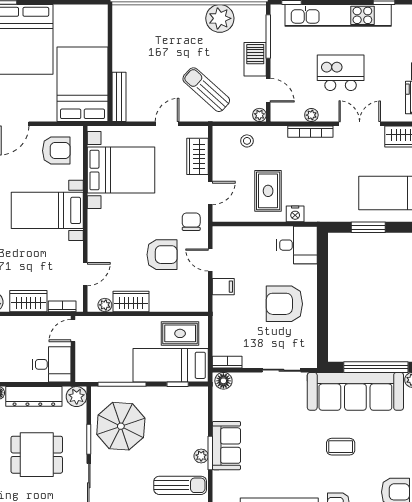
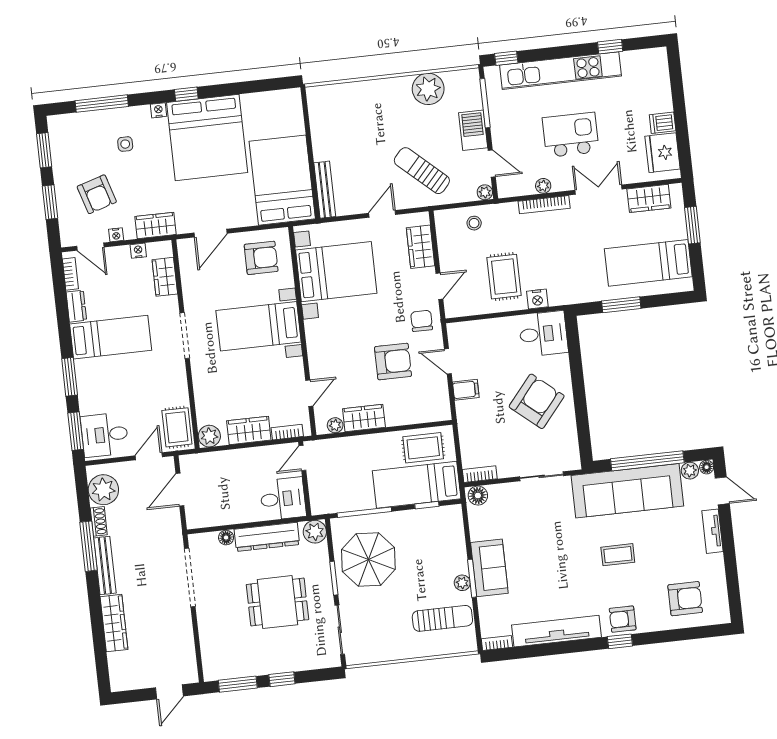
armchair: (284, 304) -> (537, 401), turned 130

